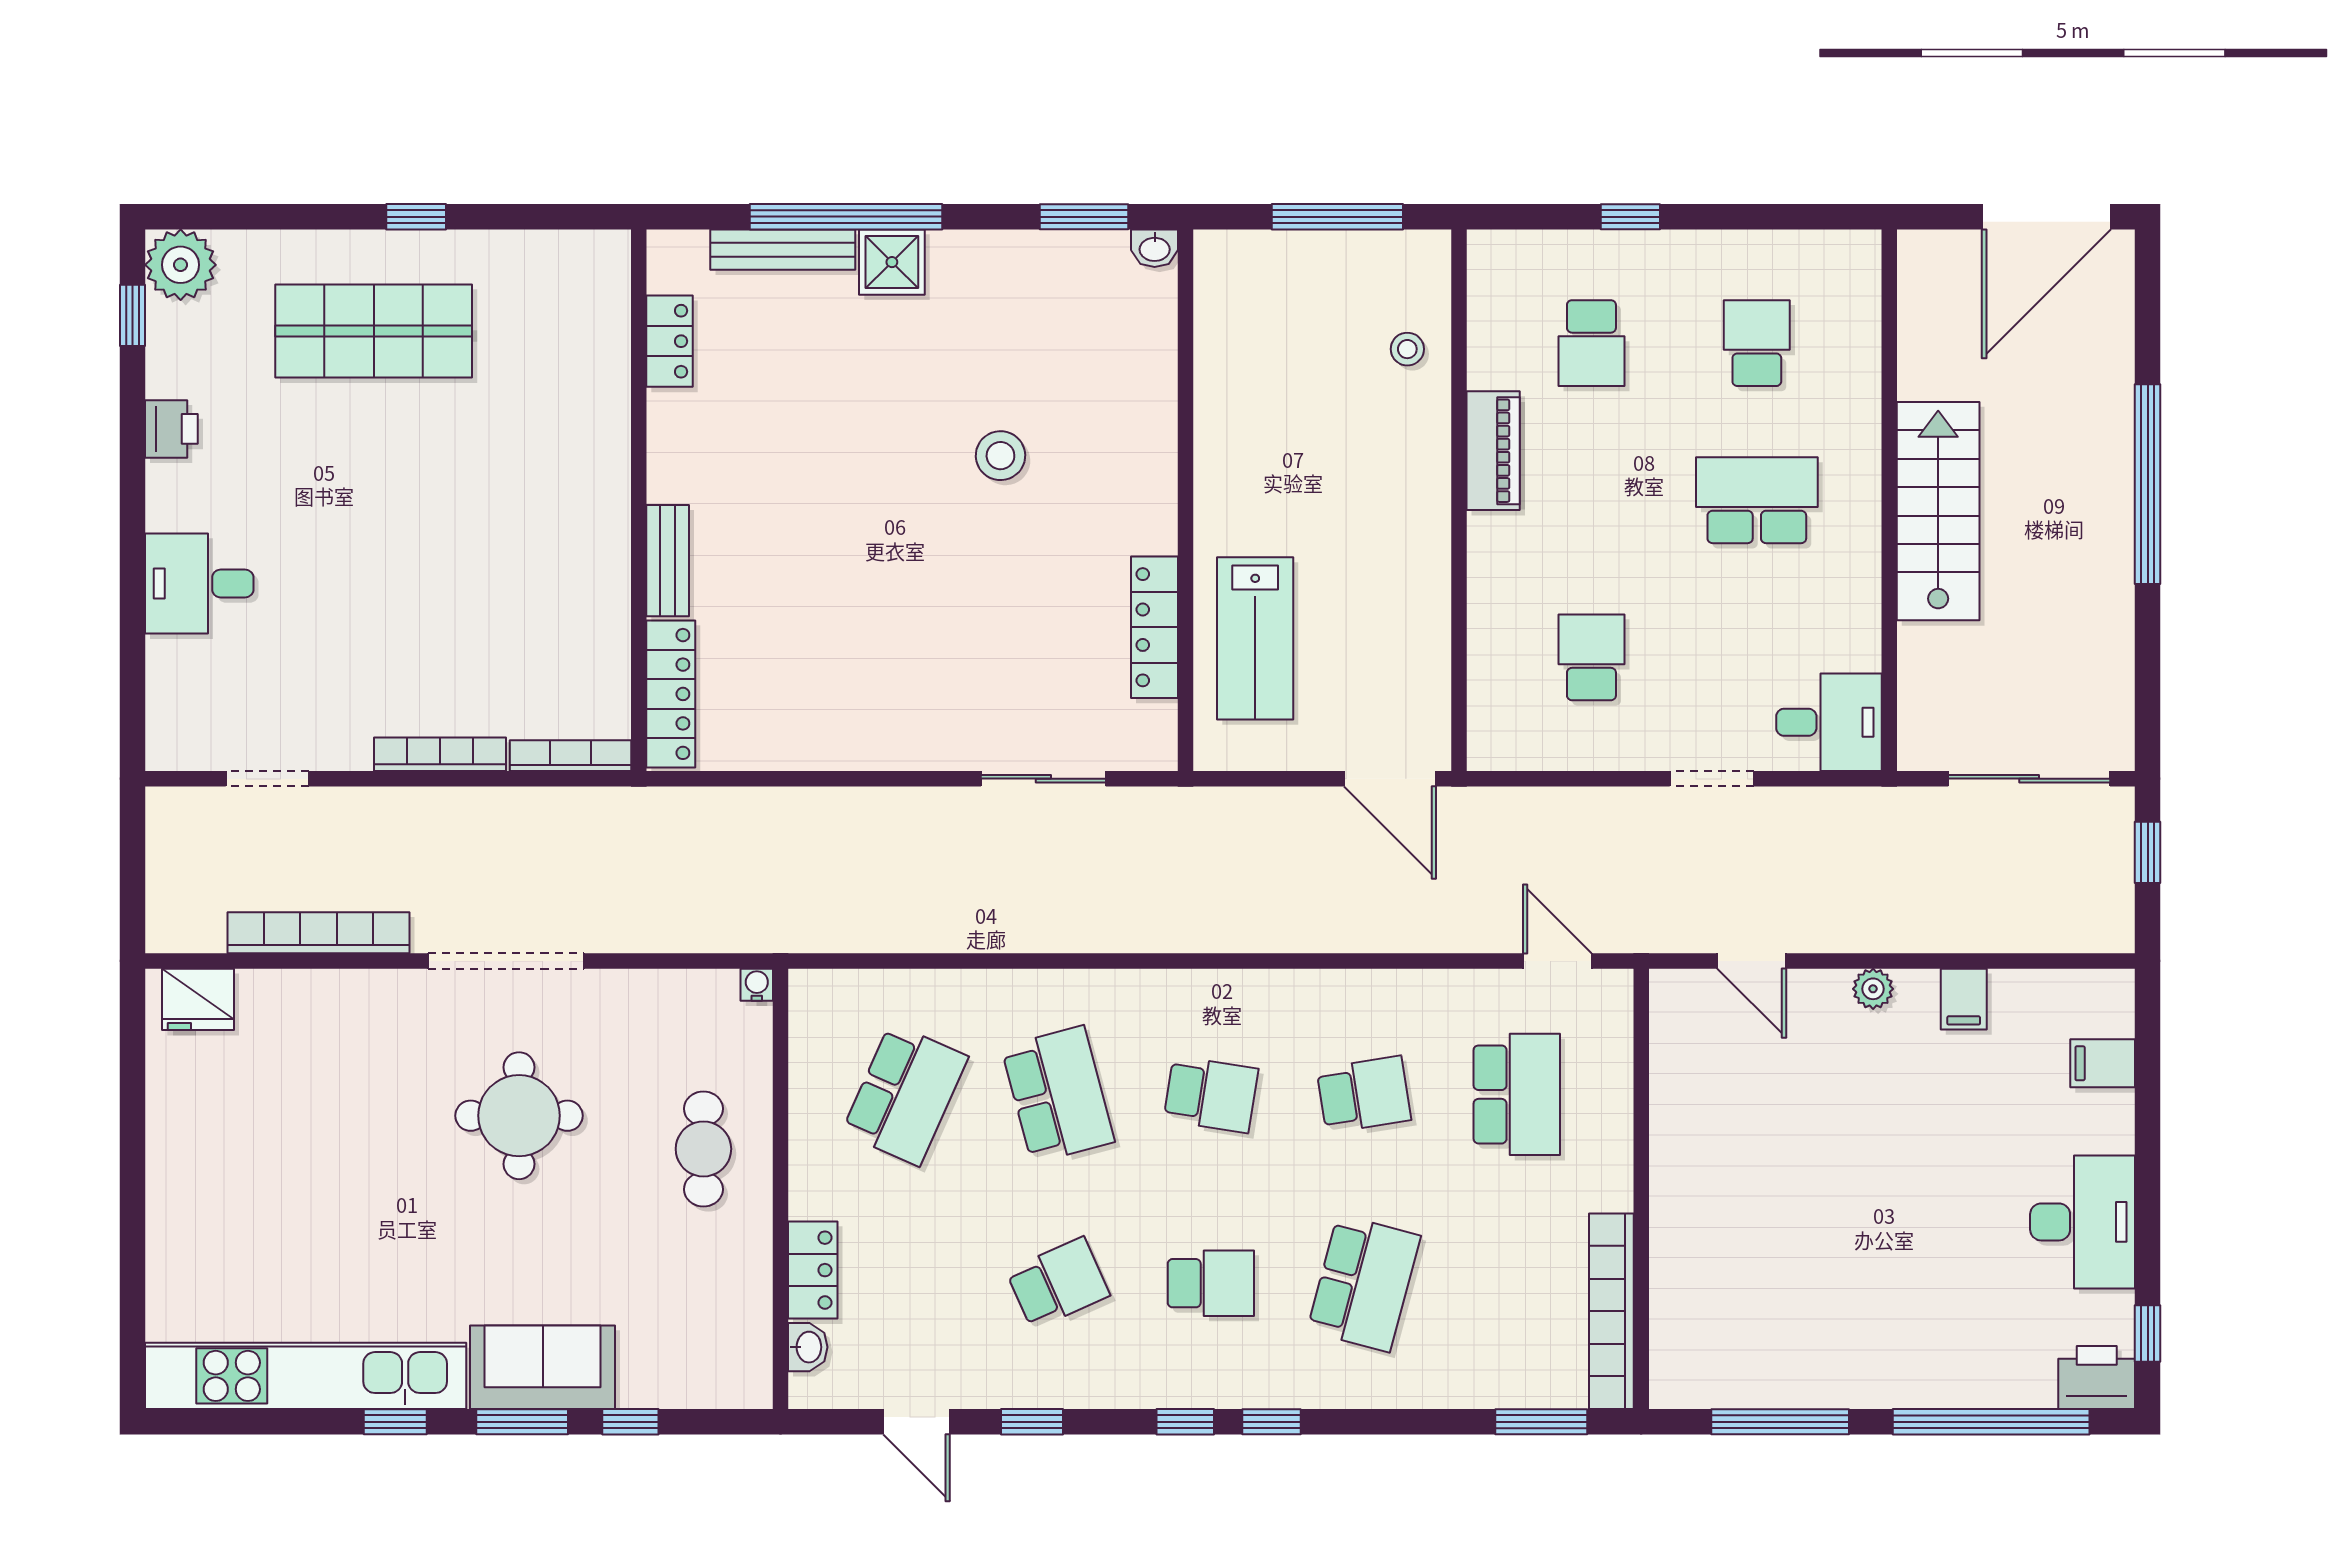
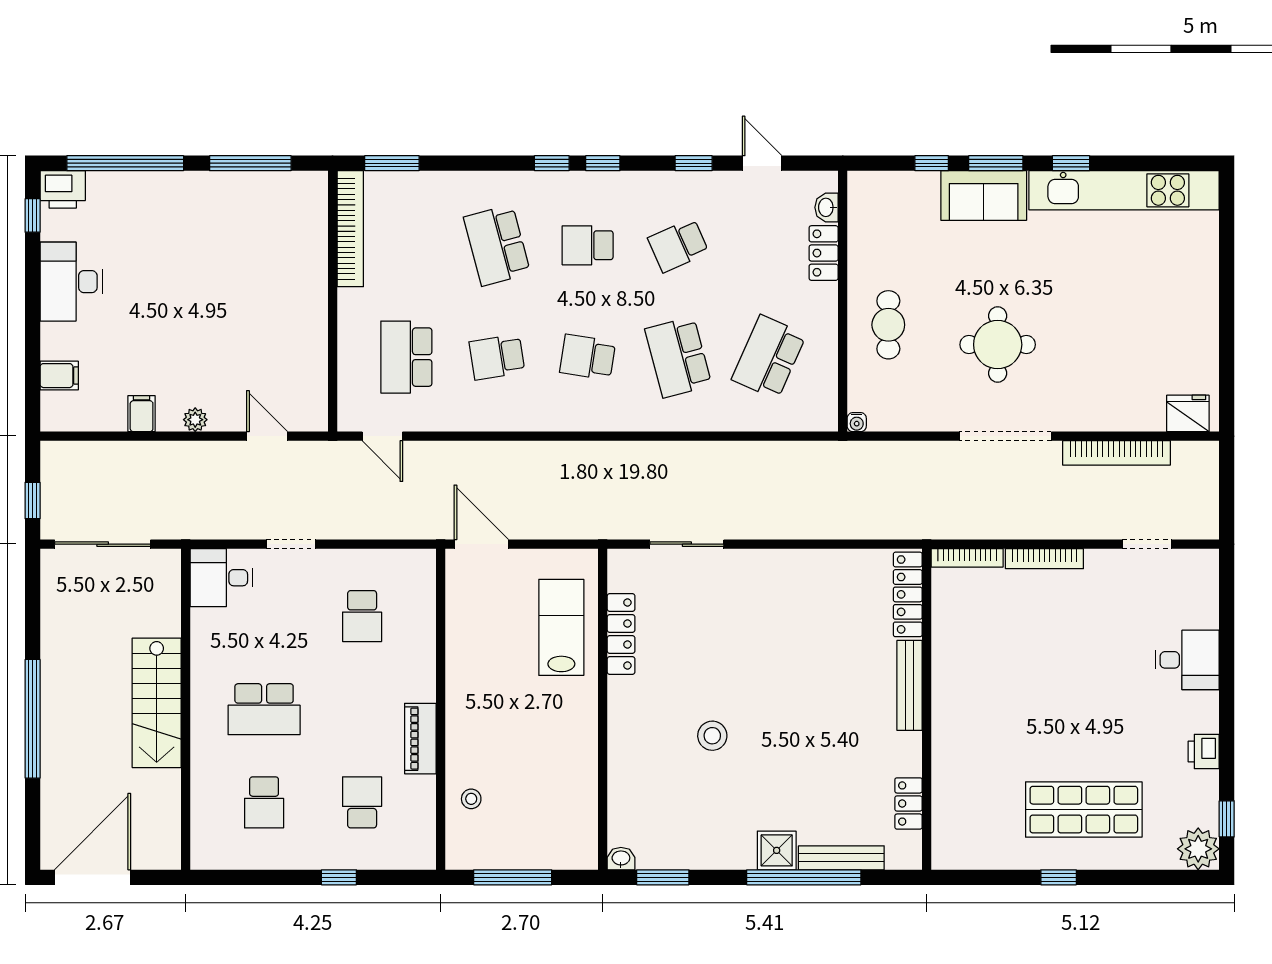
bench: (668, 561) -> (910, 685), width x1.36
school desk: (1364, 1283) -> (497, 245), turned -30

